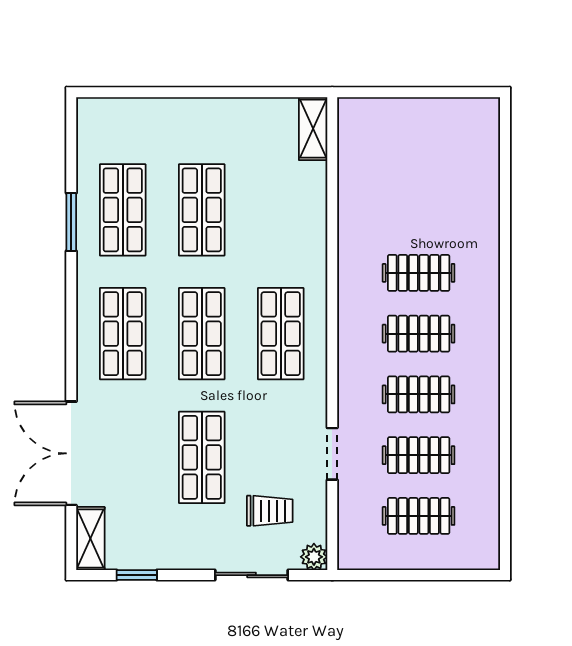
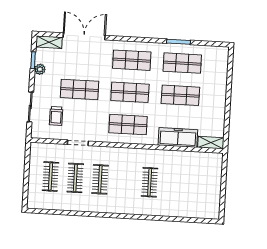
freezer: (305, 210) -> (178, 137), added
clothes rail: (419, 334) -> (125, 181), removed
plant: (314, 557) -> (40, 69), moved

